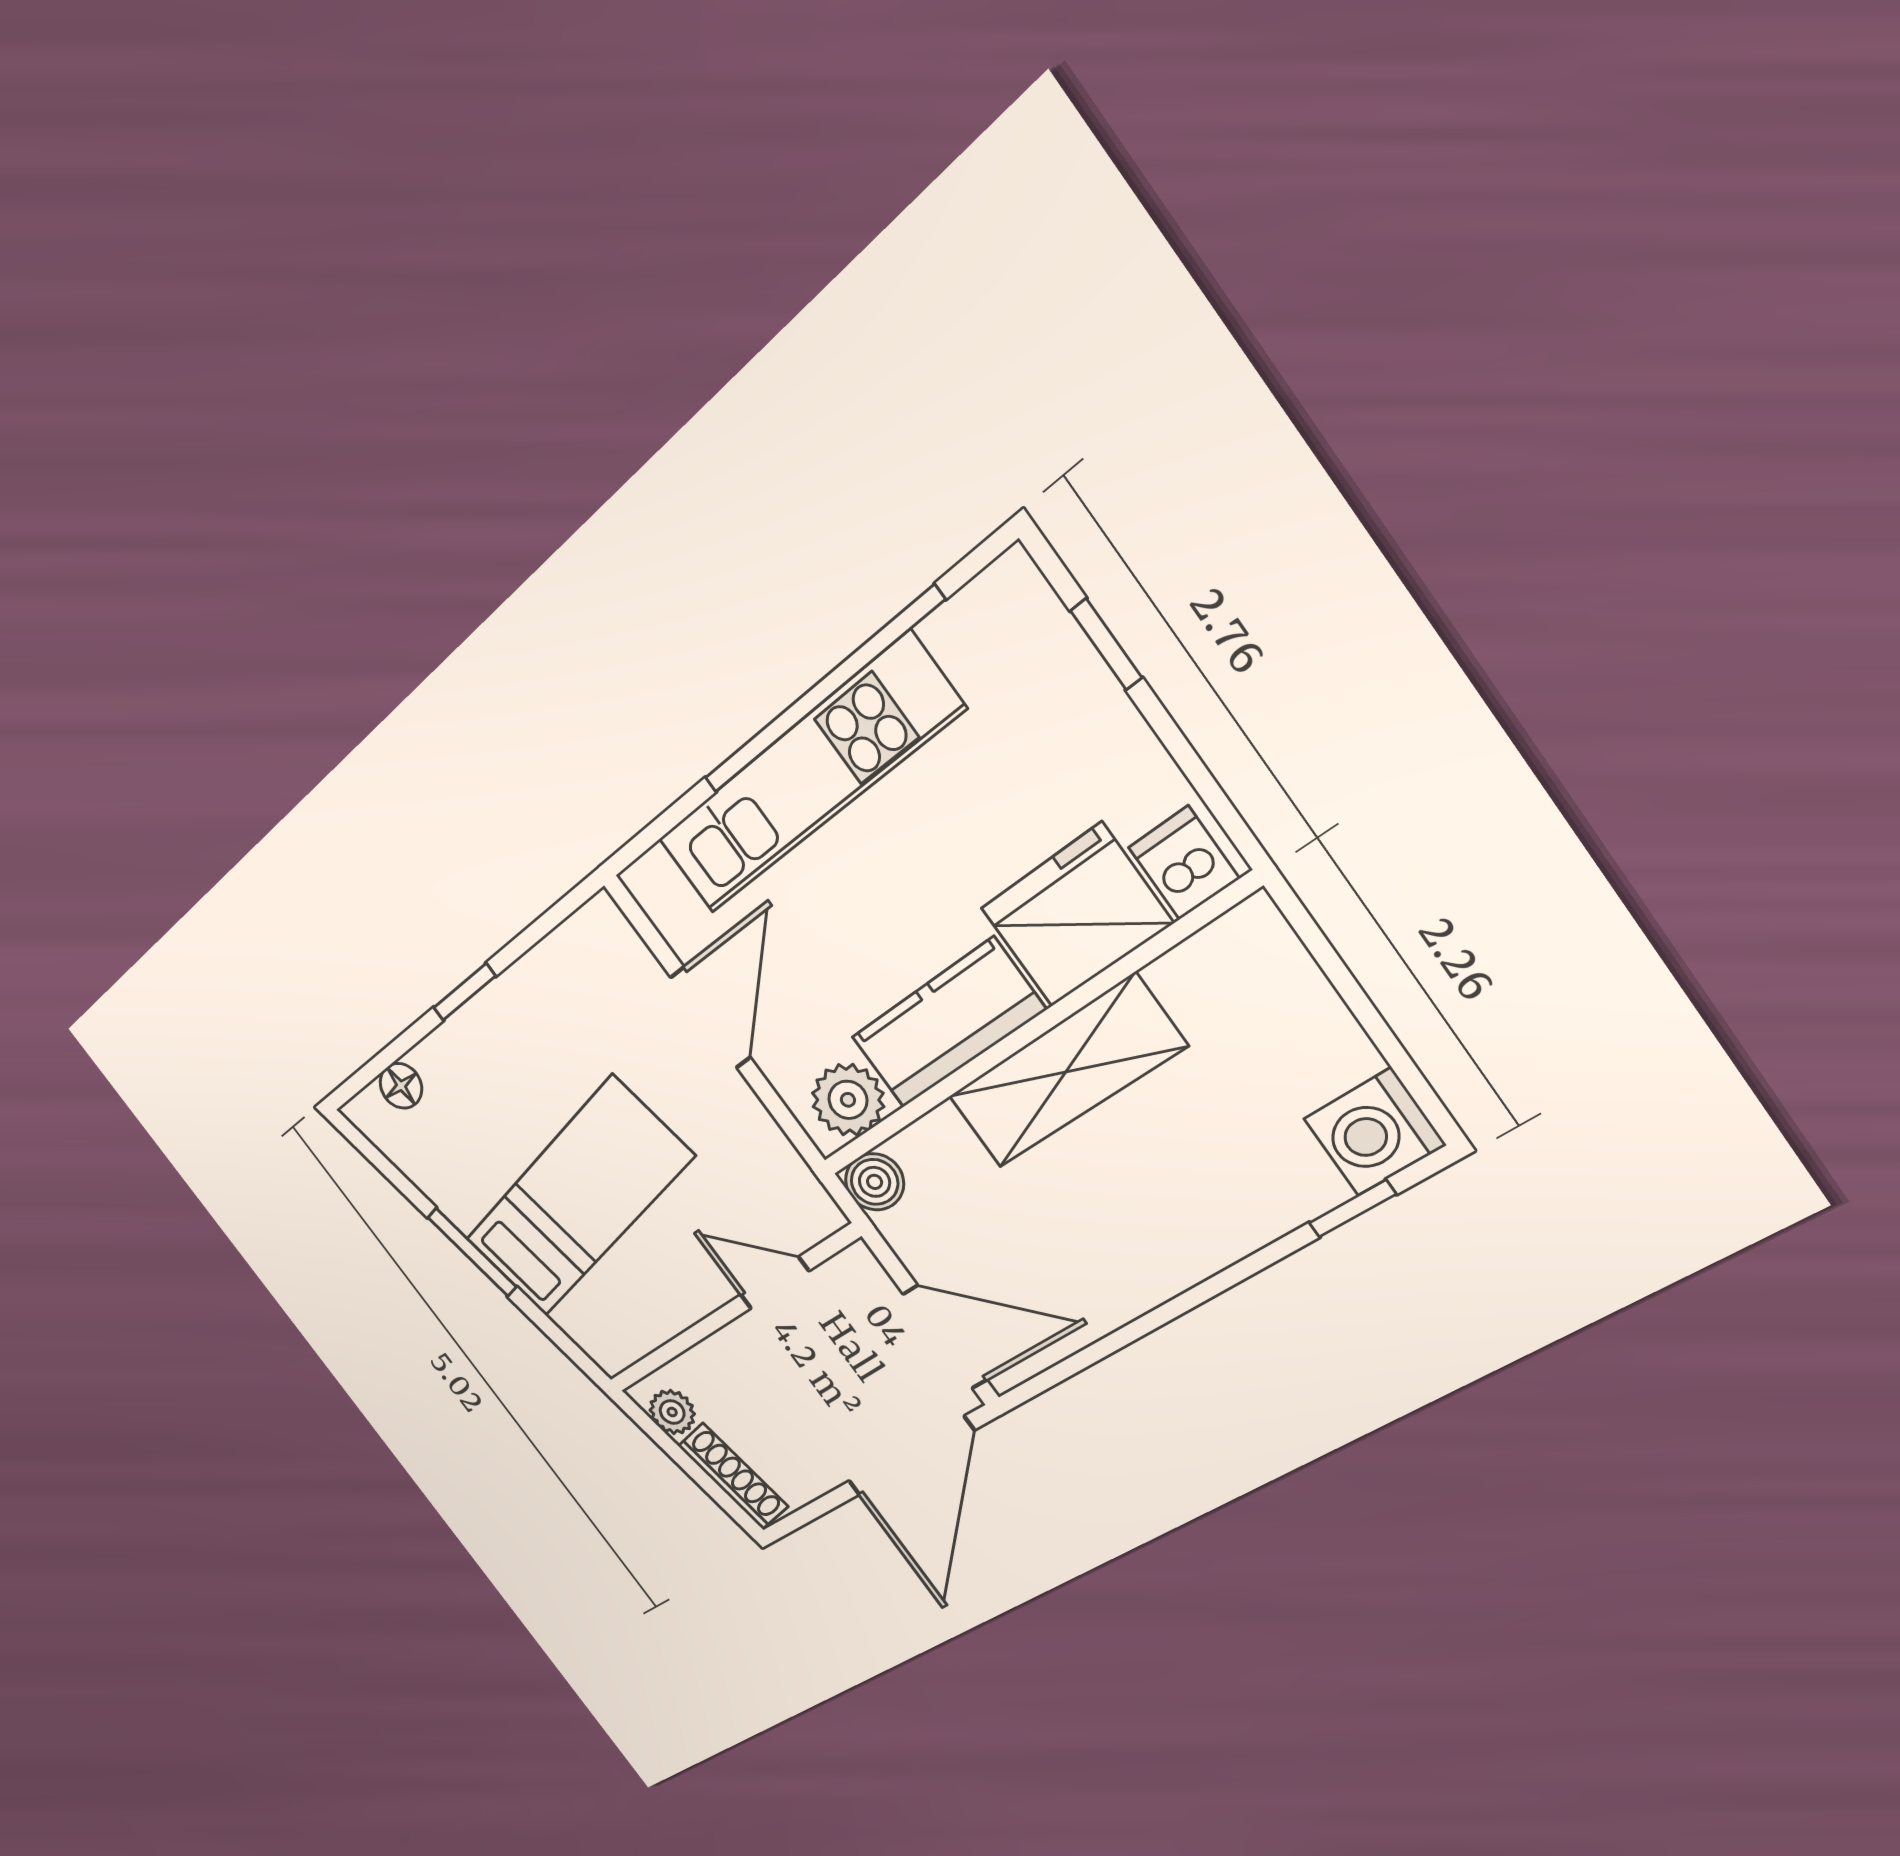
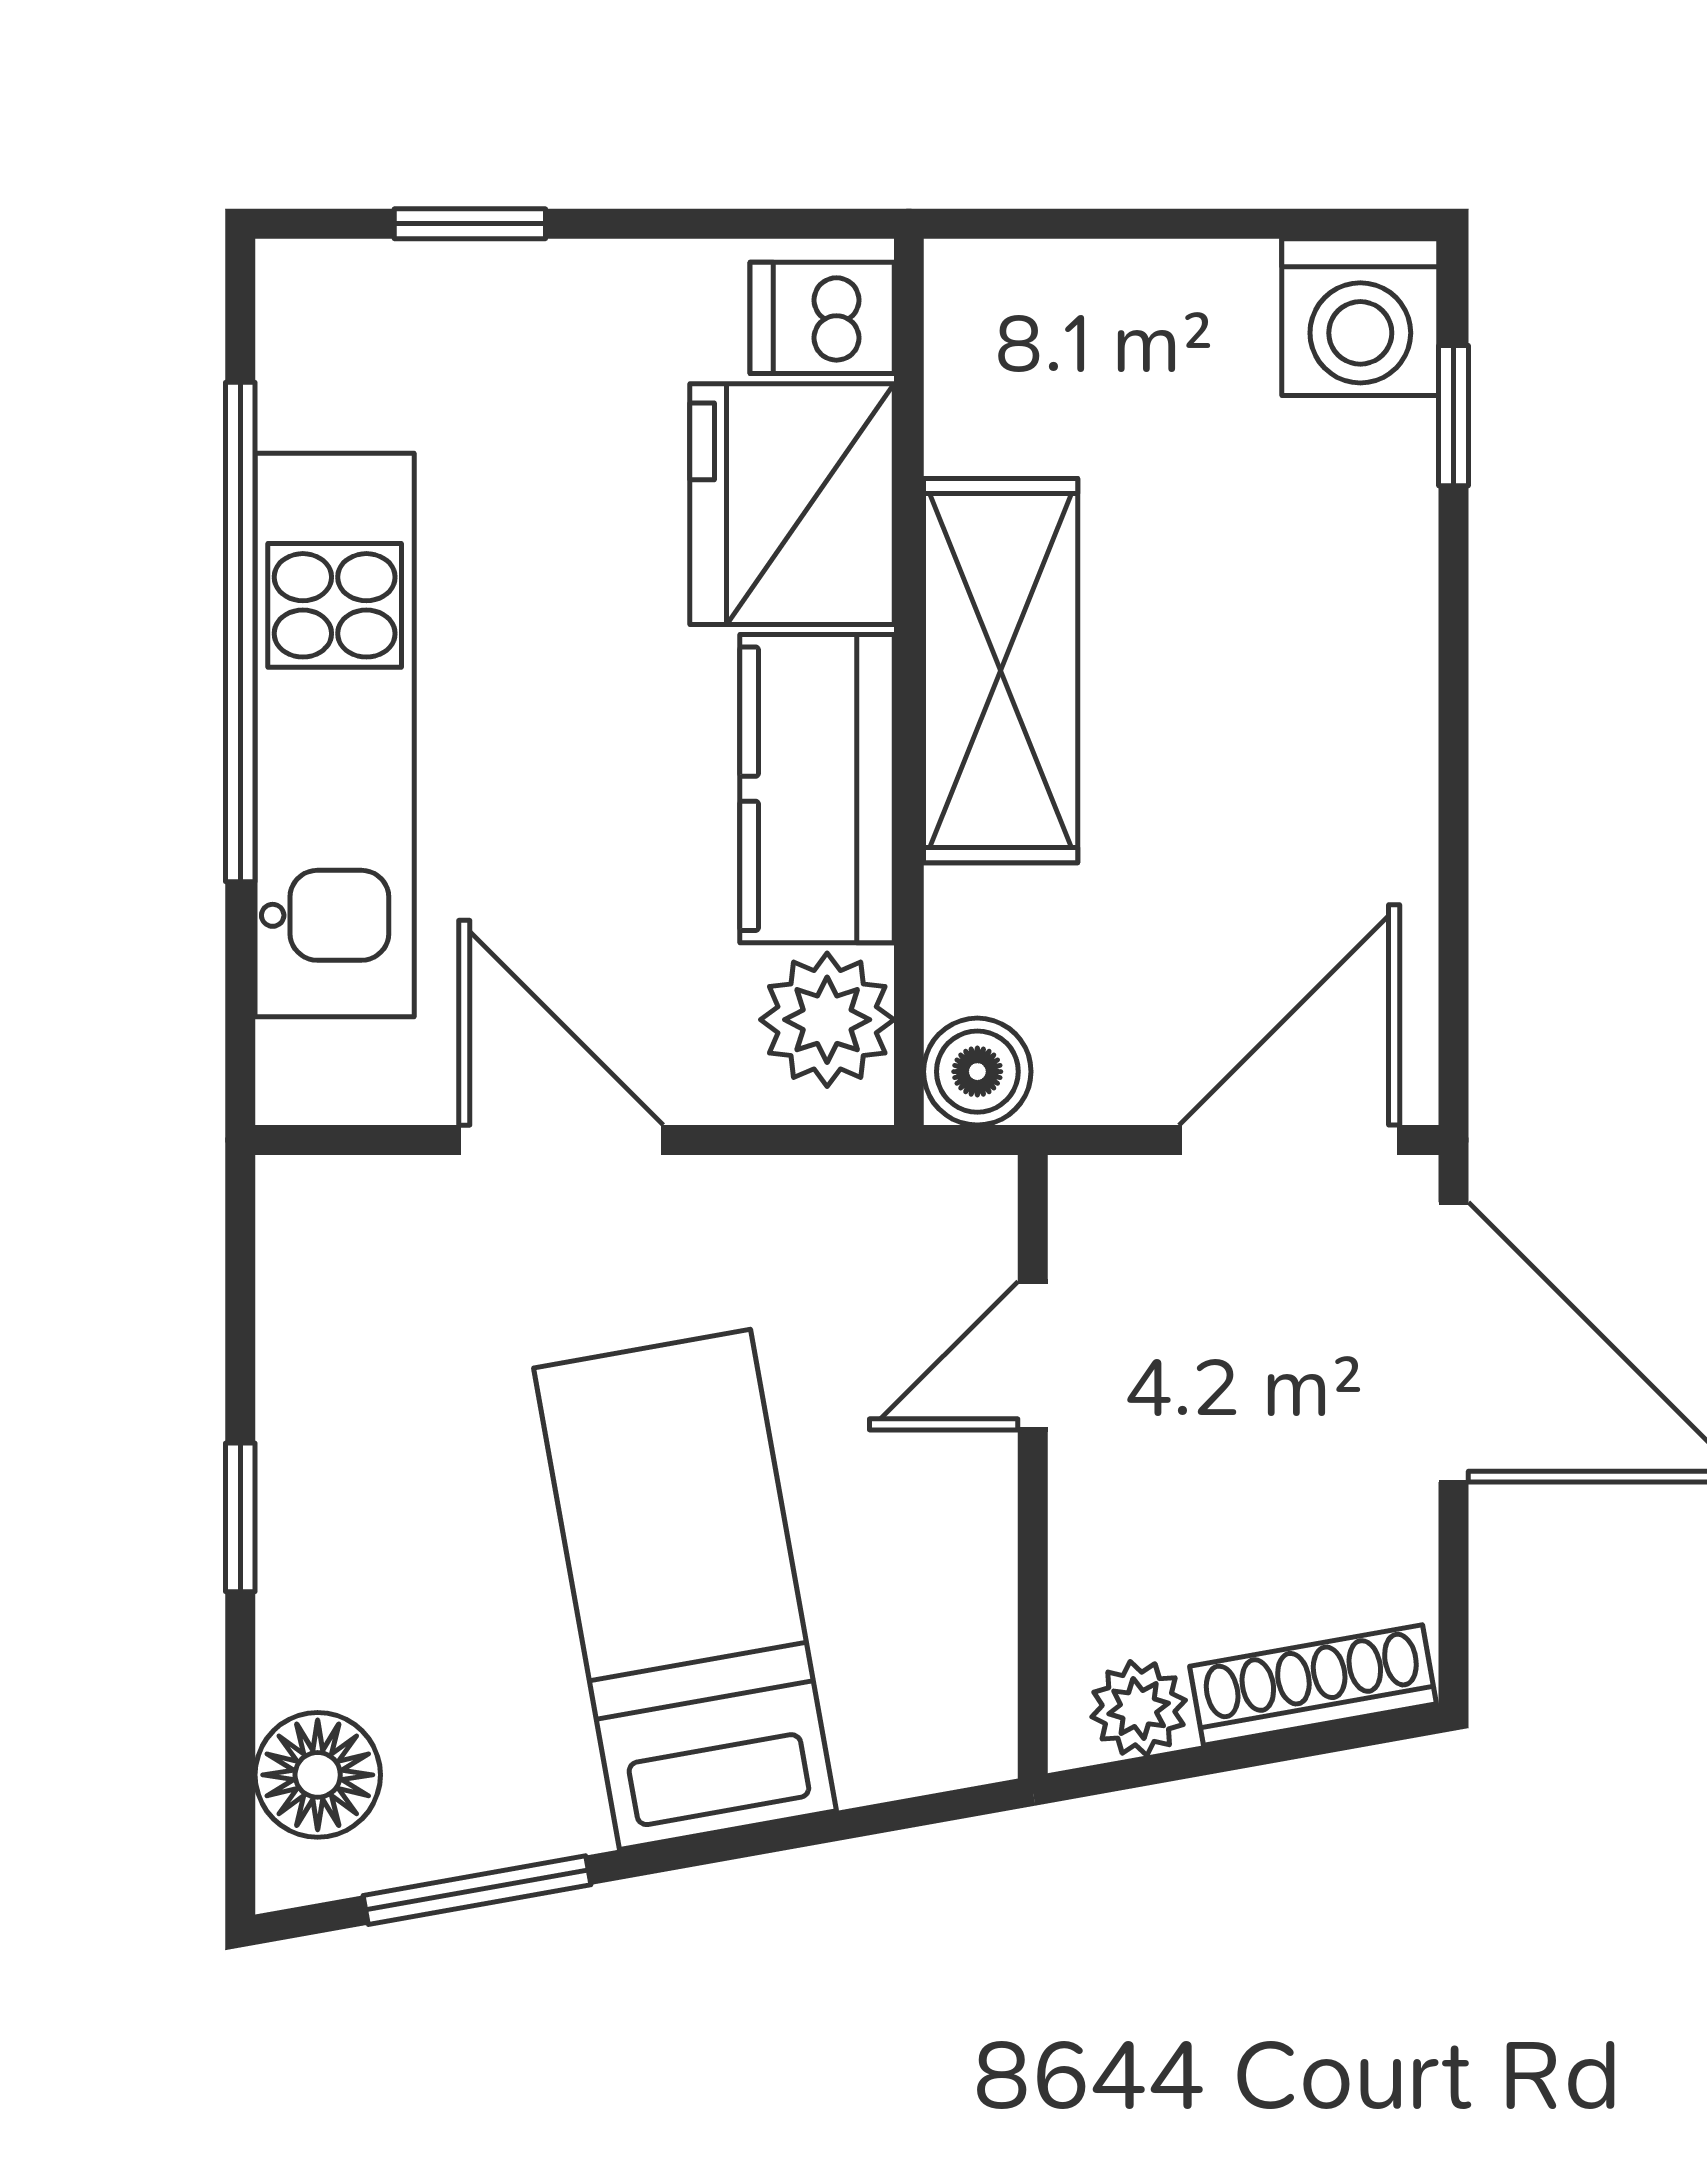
floor lamp: (401, 1086) -> (318, 1775), width x1.37, depth x1.37
window: (472, 1252) -> (477, 1890), moved

